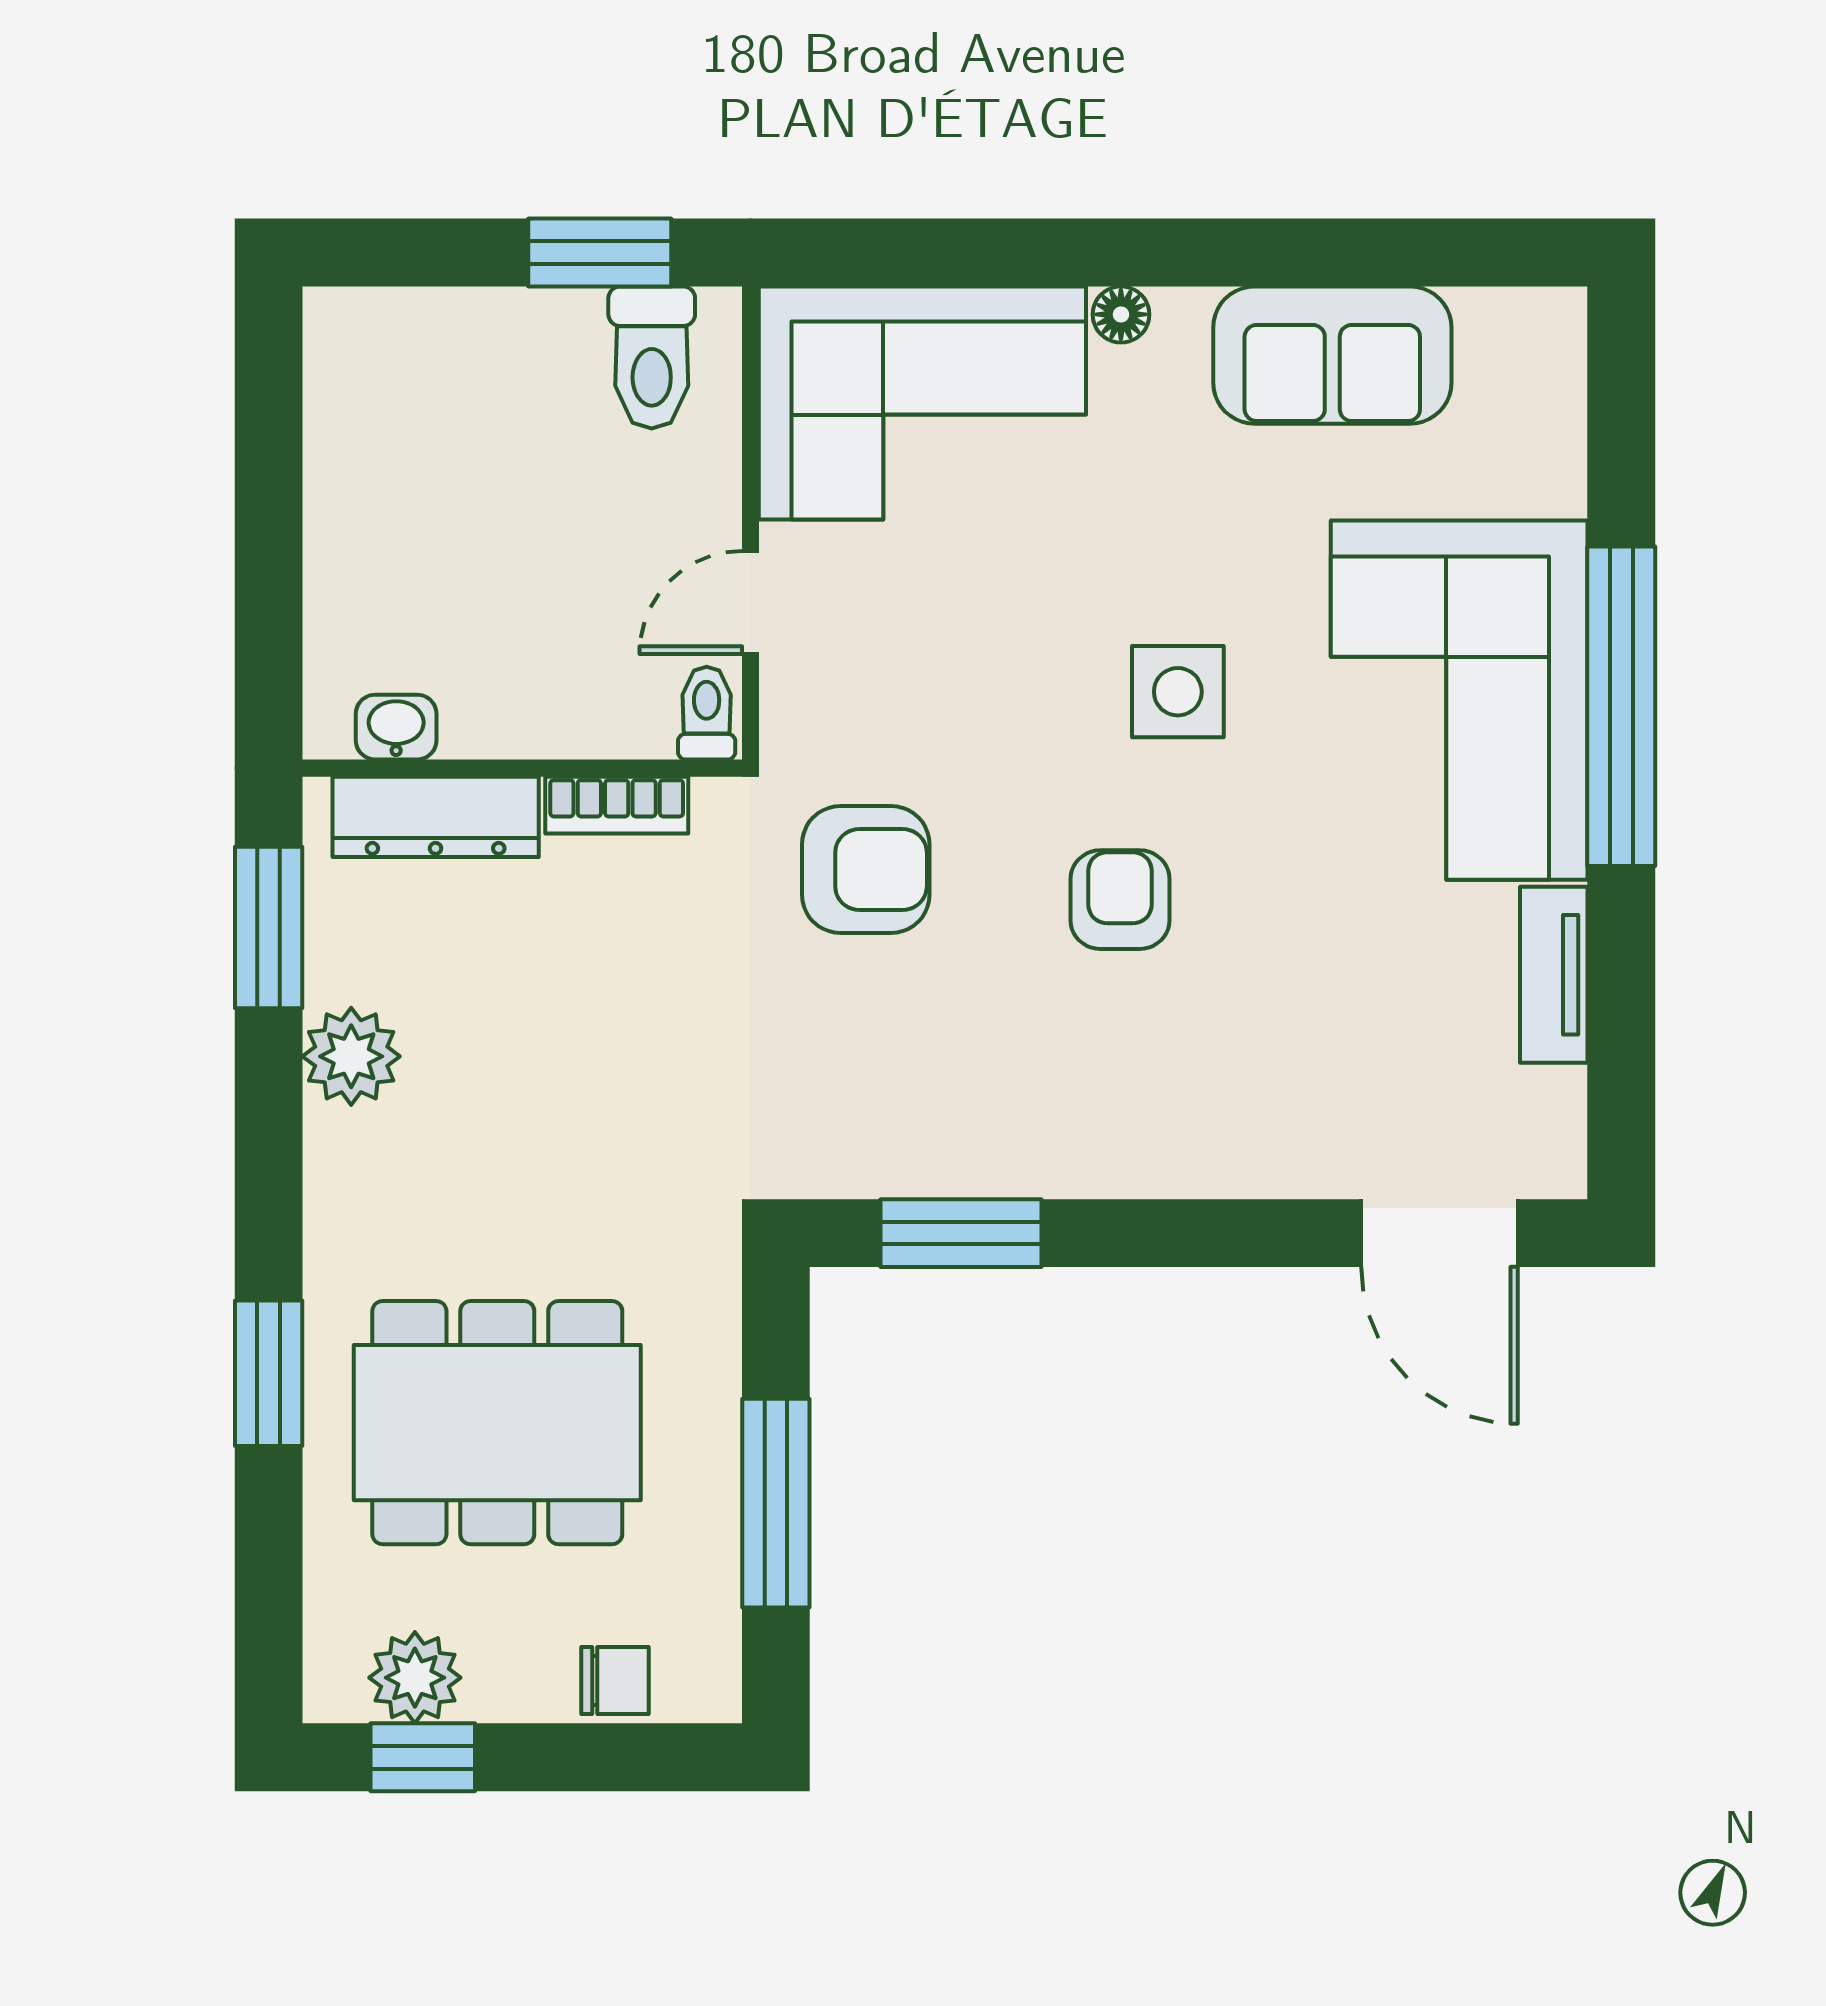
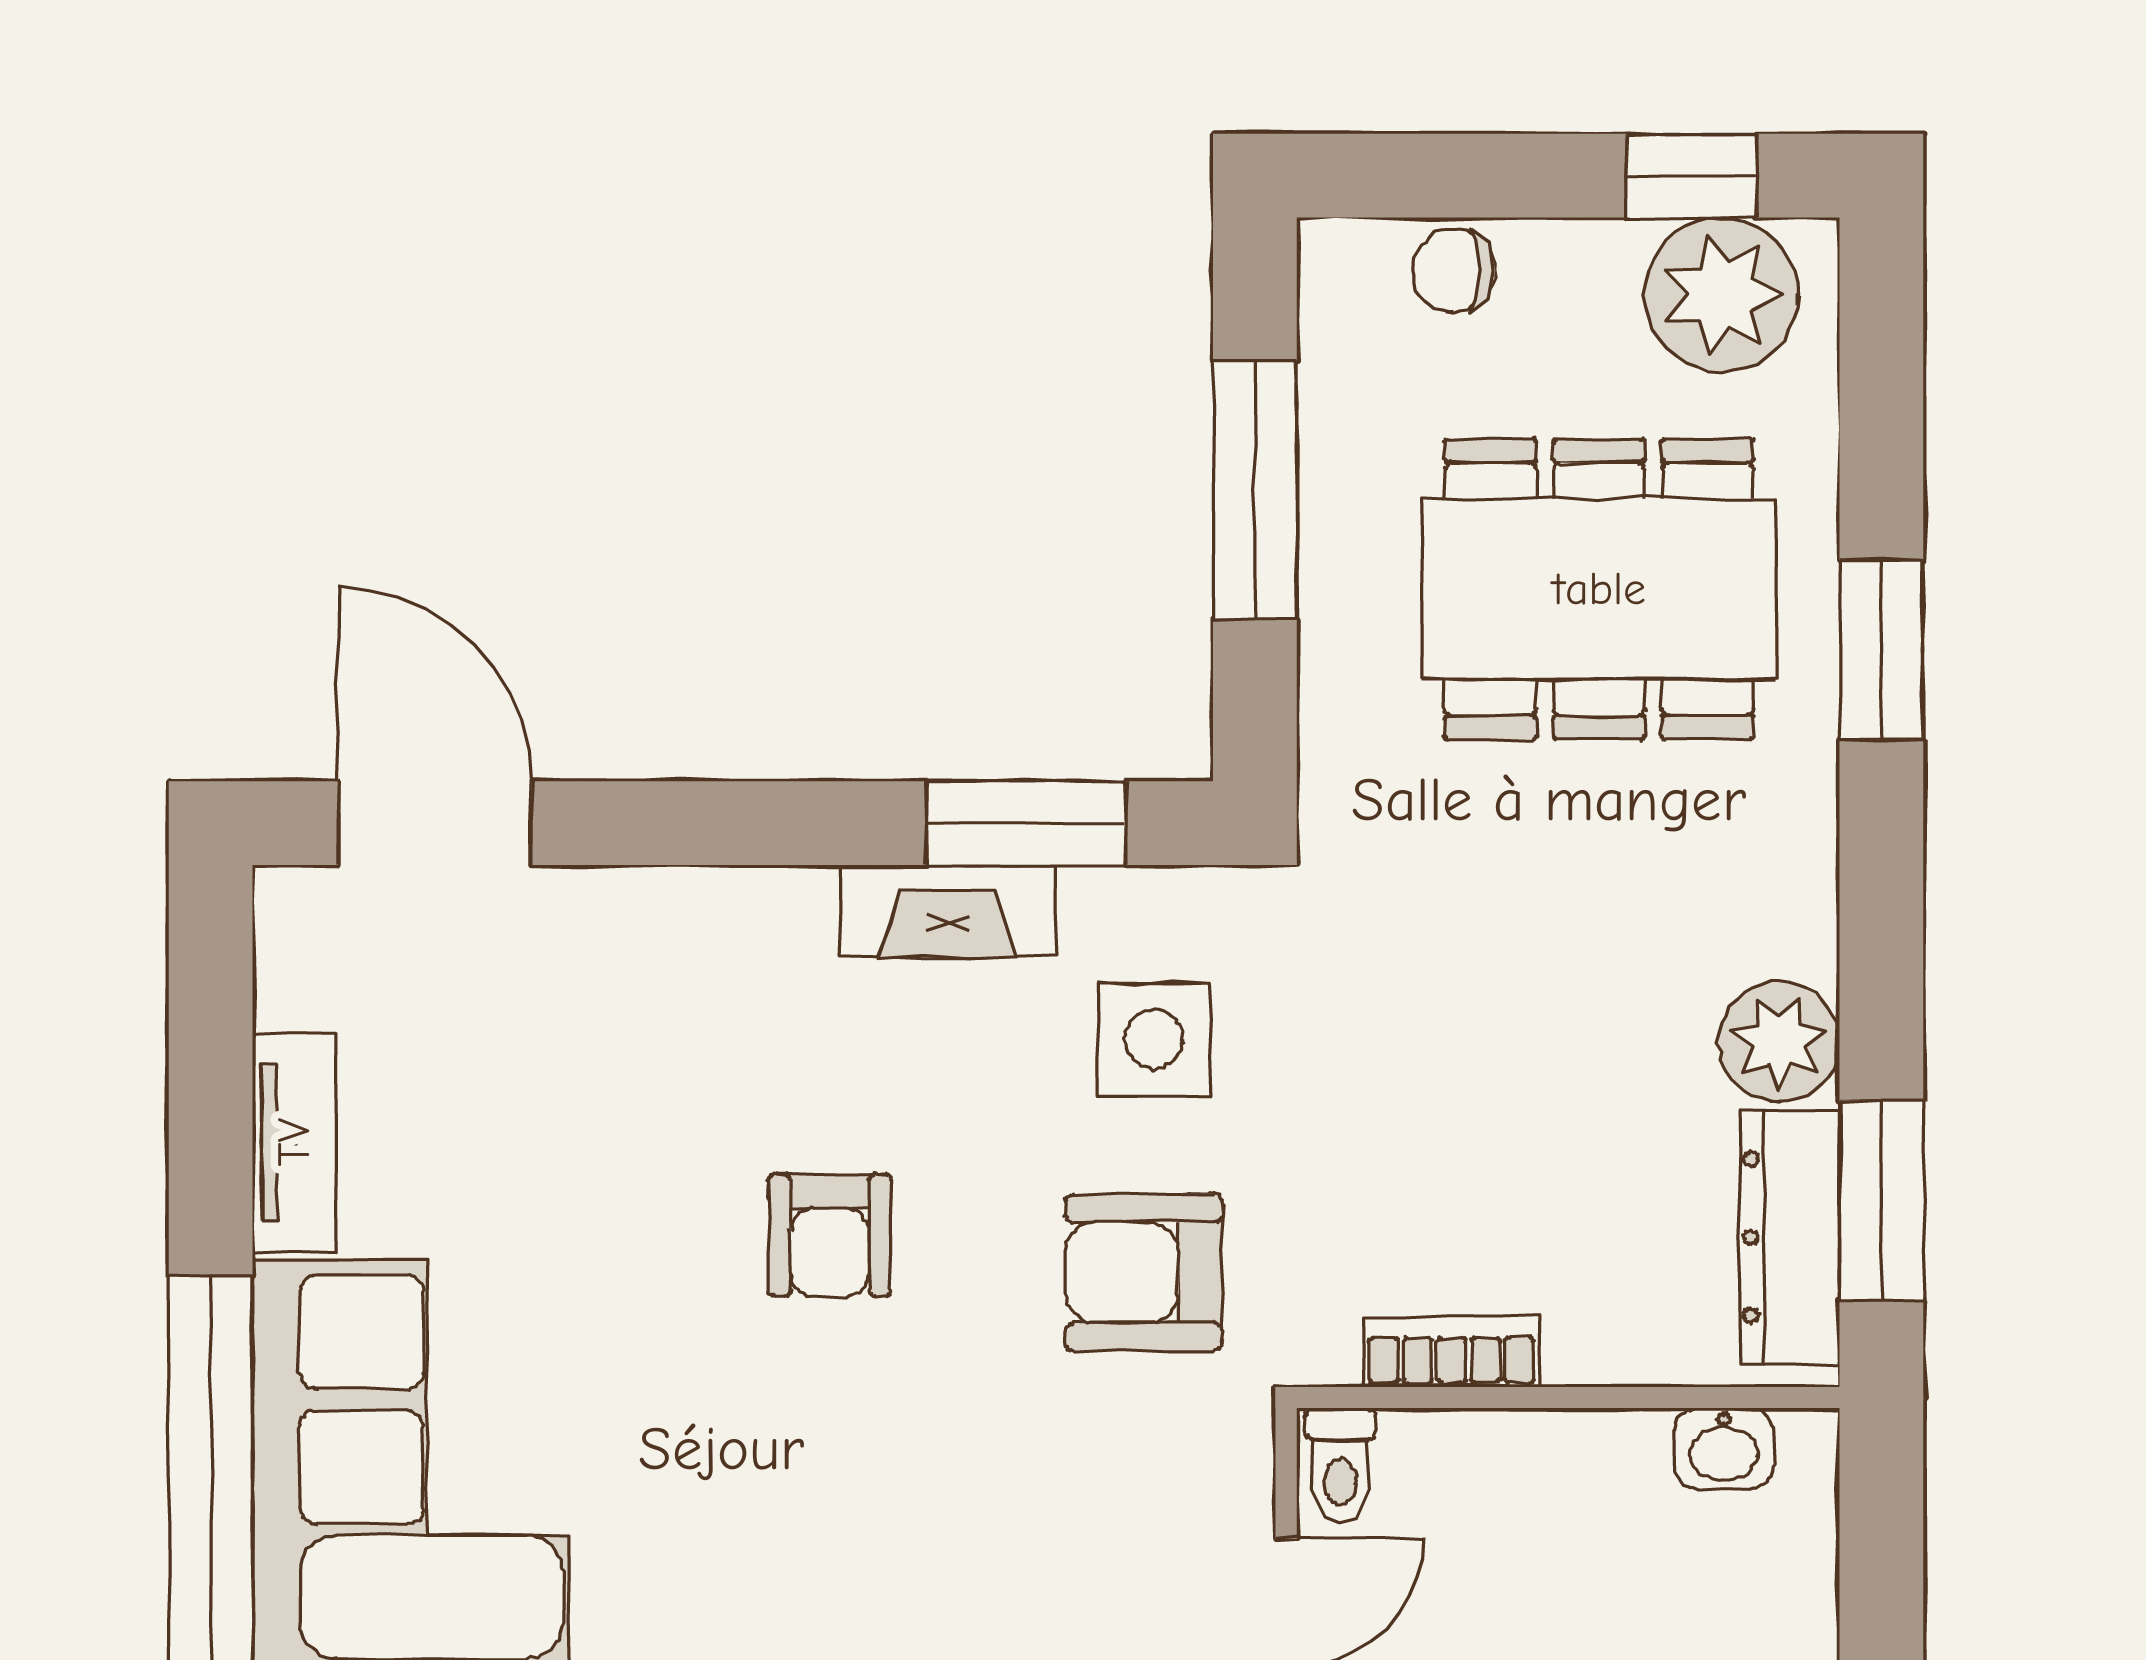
side table: (1178, 692) -> (1154, 1039), moved
dresser: (436, 817) -> (1790, 1237), moved, turned -90
fireplace: (1025, 1162) -> (948, 911), added
plant: (415, 1678) -> (1721, 295), width x1.36, depth x1.36

